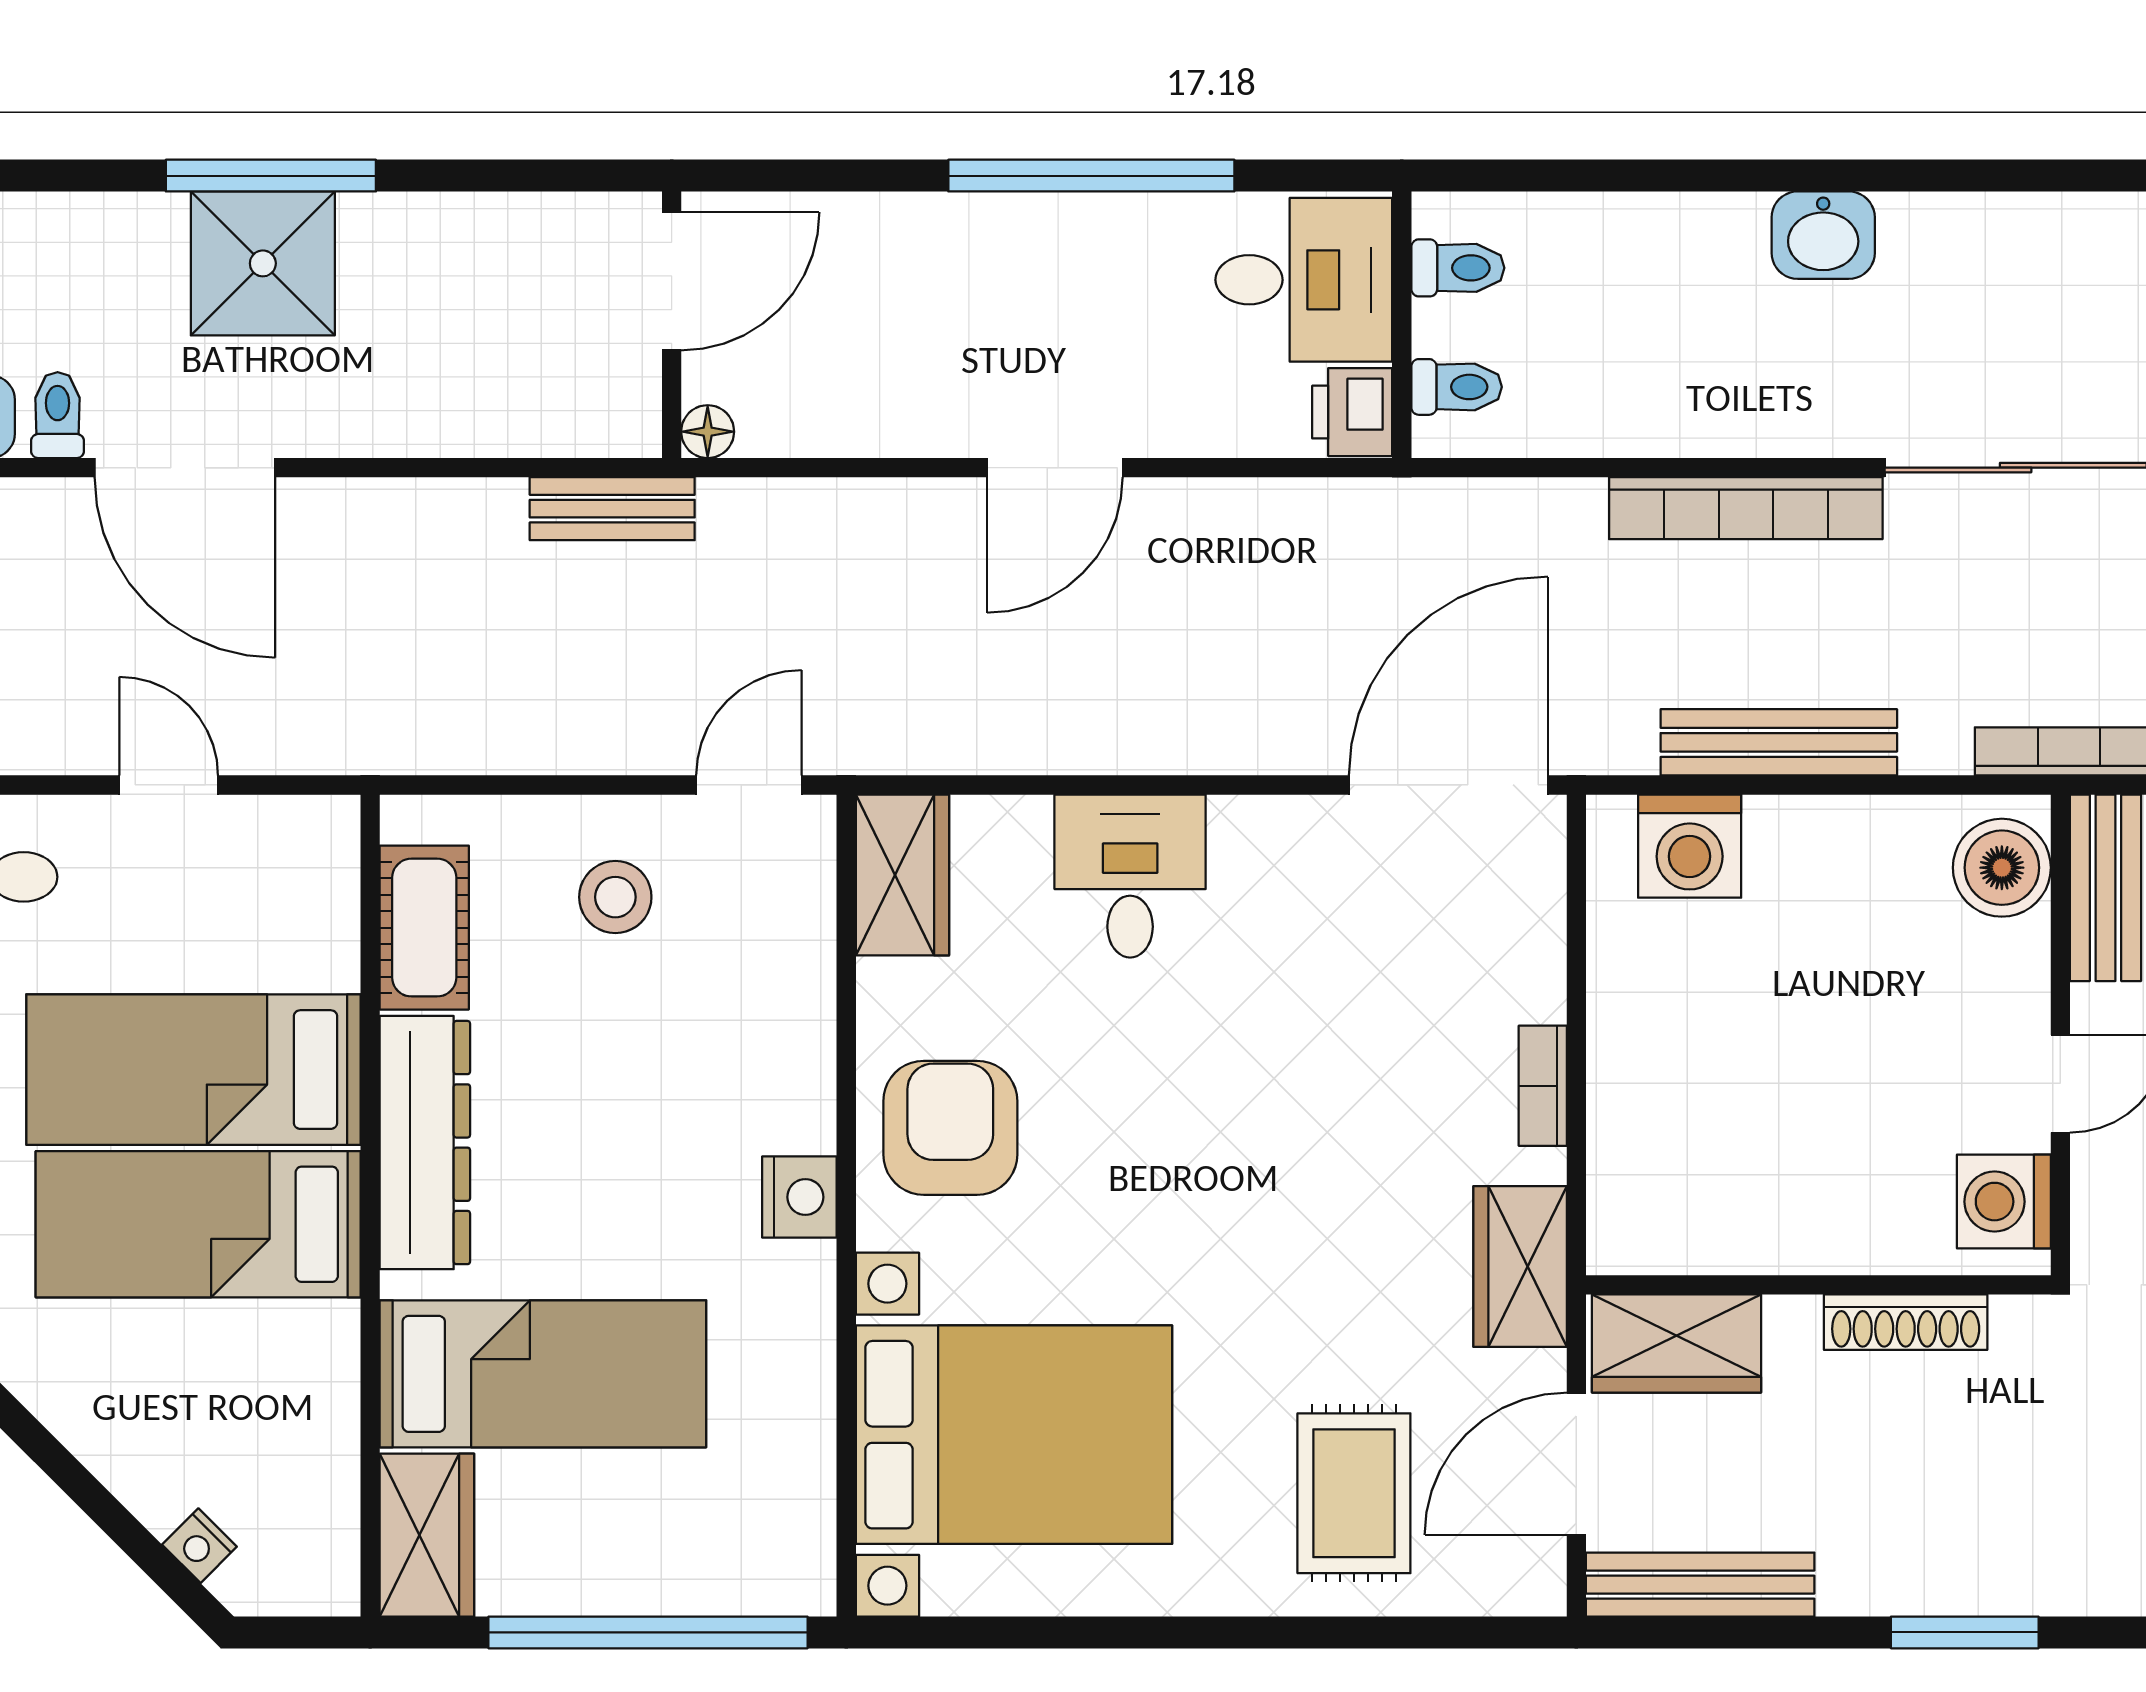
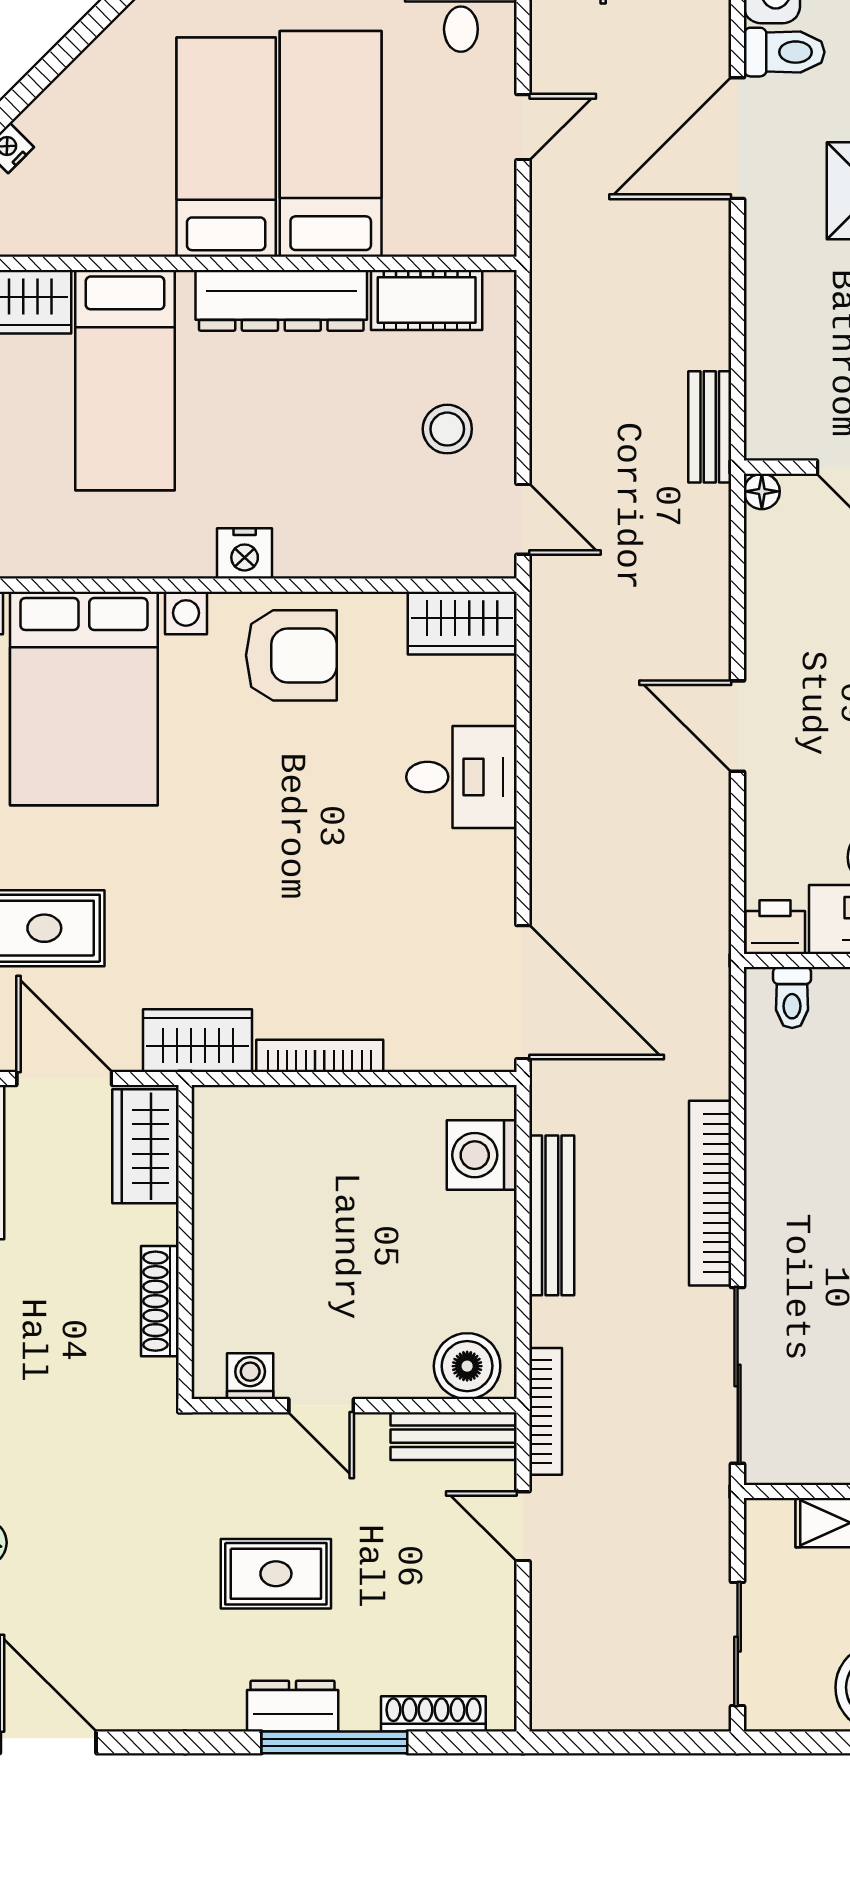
toilet: (58, 415) -> (784, 52), width x1.37, depth x1.39
bookcase: (1543, 1086) -> (320, 1056), width x1.56
washing machine: (2004, 1202) -> (250, 1376), width x0.73, depth x0.73

